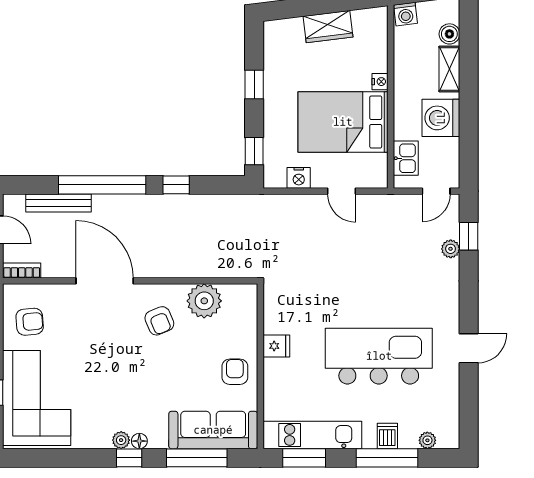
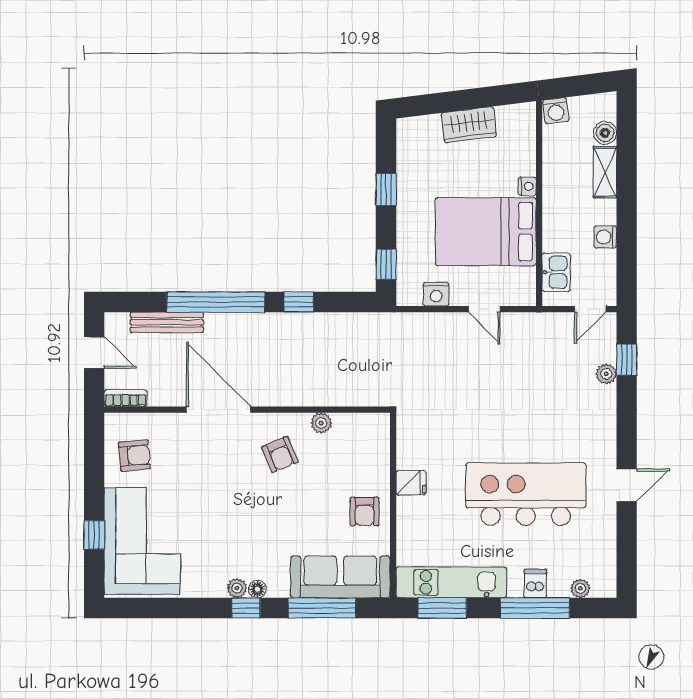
washing machine: (441, 118) -> (605, 237), width x0.53, depth x0.53
plant: (204, 301) -> (321, 423), width x0.53, depth x0.53
armchair: (235, 372) -> (365, 512), turned 180

